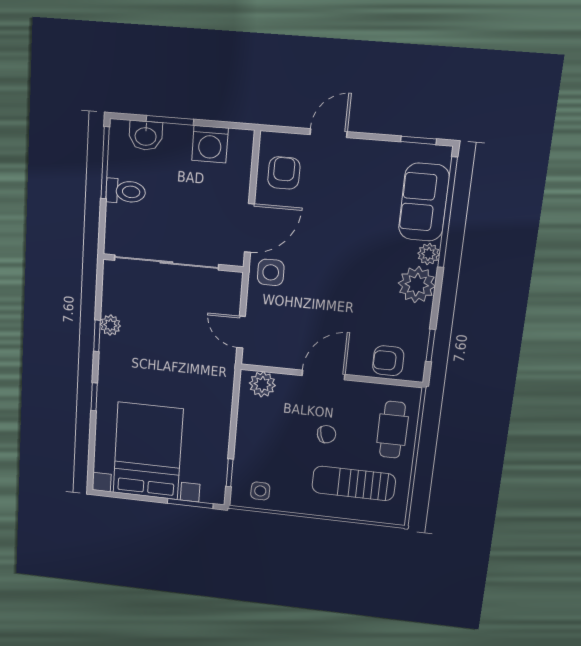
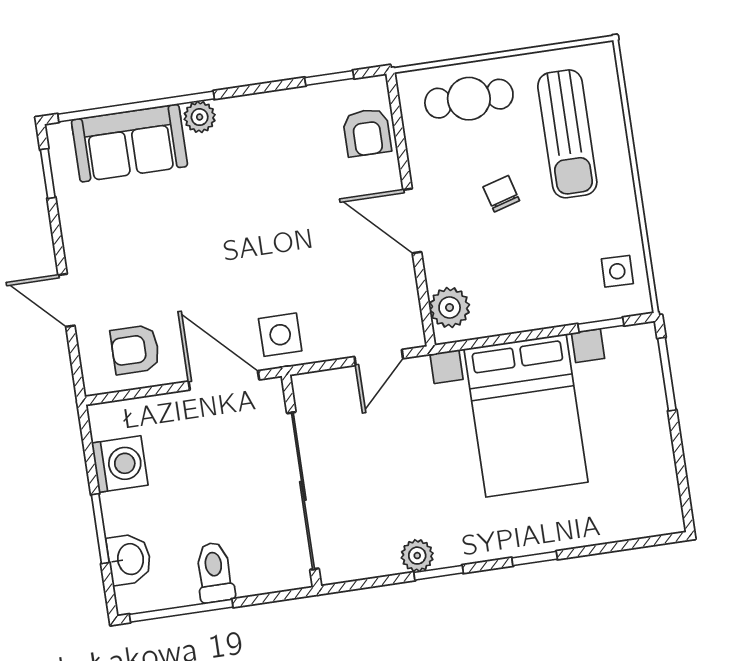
plant: (417, 285) -> (247, 122), removed
bed with nightstands: (148, 451) -> (526, 415), moved, turned -90

